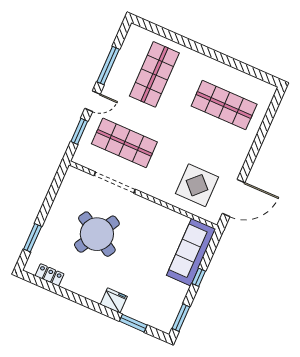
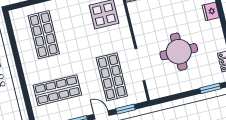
round table: (97, 234) -> (179, 52), turned -30

